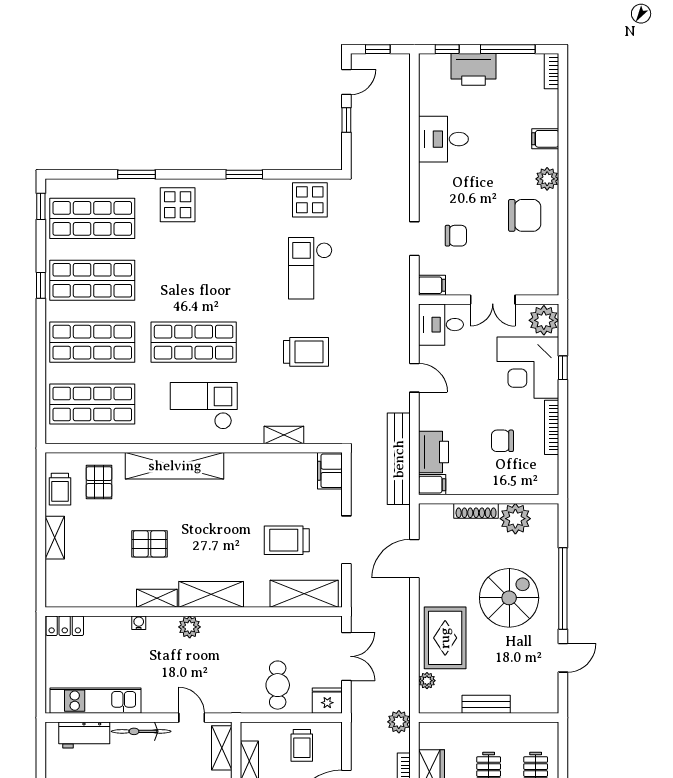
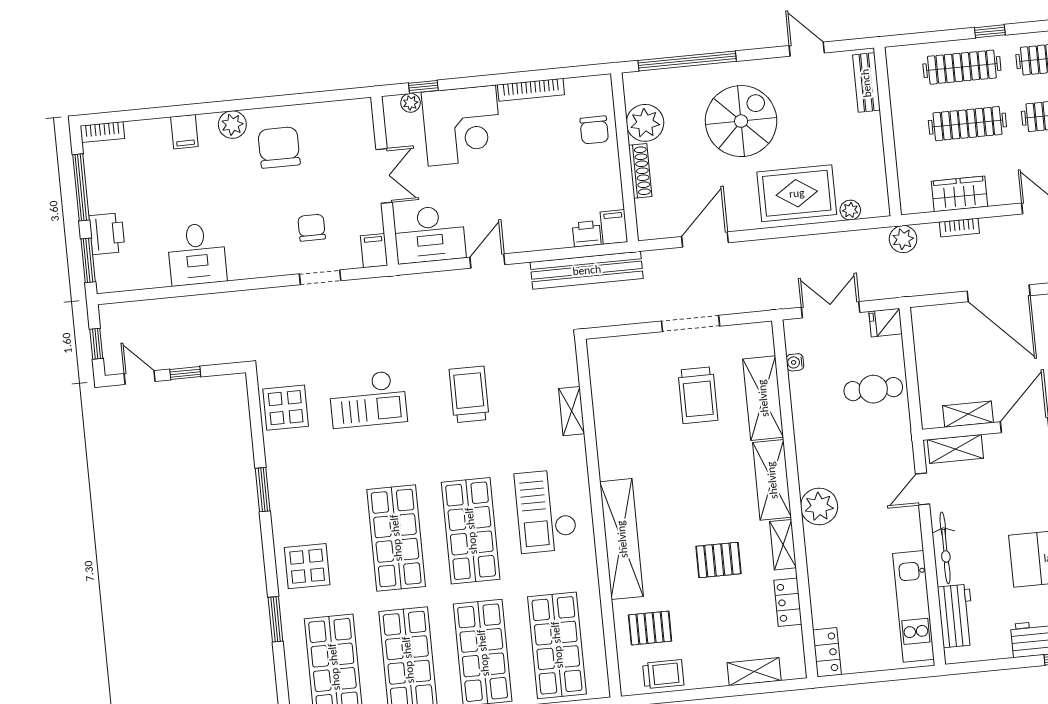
window: (447, 49) -> (88, 260), width x1.50
printer: (474, 69) -> (107, 234), width x0.73, depth x0.84
shop shelf: (194, 280) -> (396, 538), added
plant: (544, 320) -> (411, 103), width x0.53, depth x0.53
desk: (441, 325) -> (430, 234), width x1.37
window: (563, 368) -> (423, 87), moved
chair: (502, 441) -> (594, 130), moved
printer: (434, 452) -> (587, 234), width x0.53, depth x0.68
filing cabinet: (330, 471) -> (609, 352), removed
shelving: (55, 538) -> (754, 672), moved
pallet: (149, 544) -> (718, 560), turned 90
door: (414, 559) -> (705, 240), swing flipped
window: (563, 589) -> (687, 61), moved
shelving: (304, 594) -> (763, 398), moved
locker: (109, 598) -> (788, 602), added
spiral stairs: (509, 598) -> (741, 121), turned 90
water cooler: (139, 623) -> (795, 362), moved
plant: (190, 627) -> (819, 506), width x1.36, depth x1.36
fridge: (327, 701) -> (886, 323), width x0.72
bench: (486, 704) -> (866, 83), moved
trolley: (302, 745) -> (943, 353), removed

